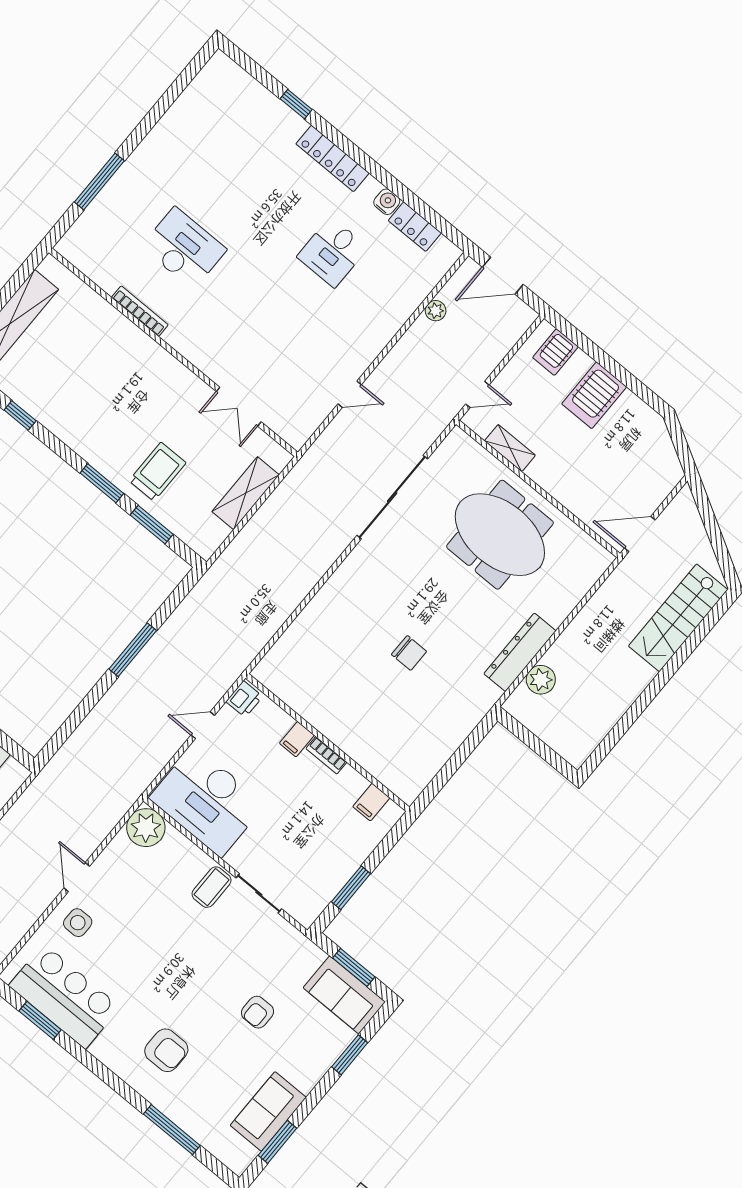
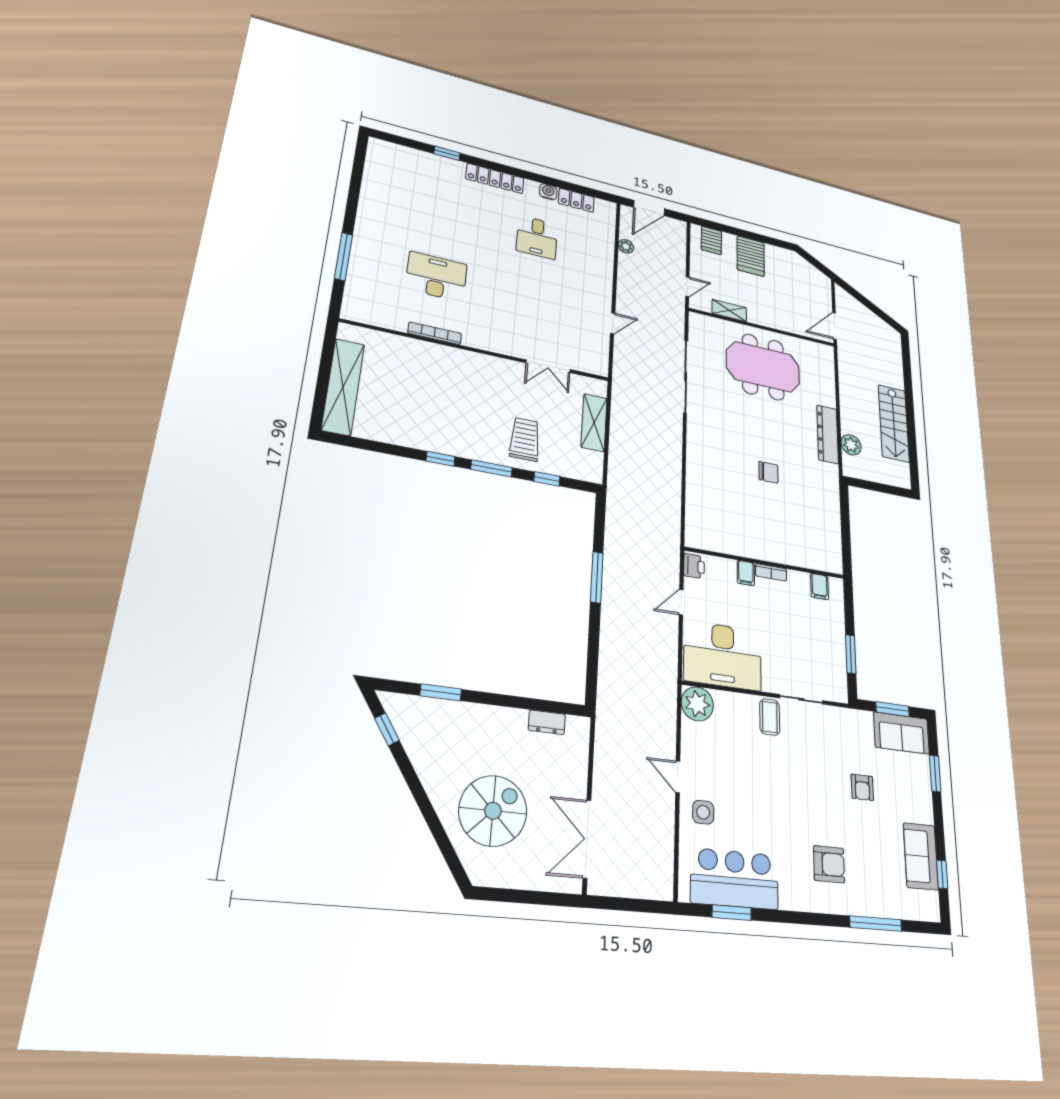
window: (20, 415) -> (440, 459), moved
window: (152, 525) -> (547, 479), width x0.67
stairs: (678, 618) -> (894, 423), moved
window: (277, 1142) -> (942, 874), width x0.67

